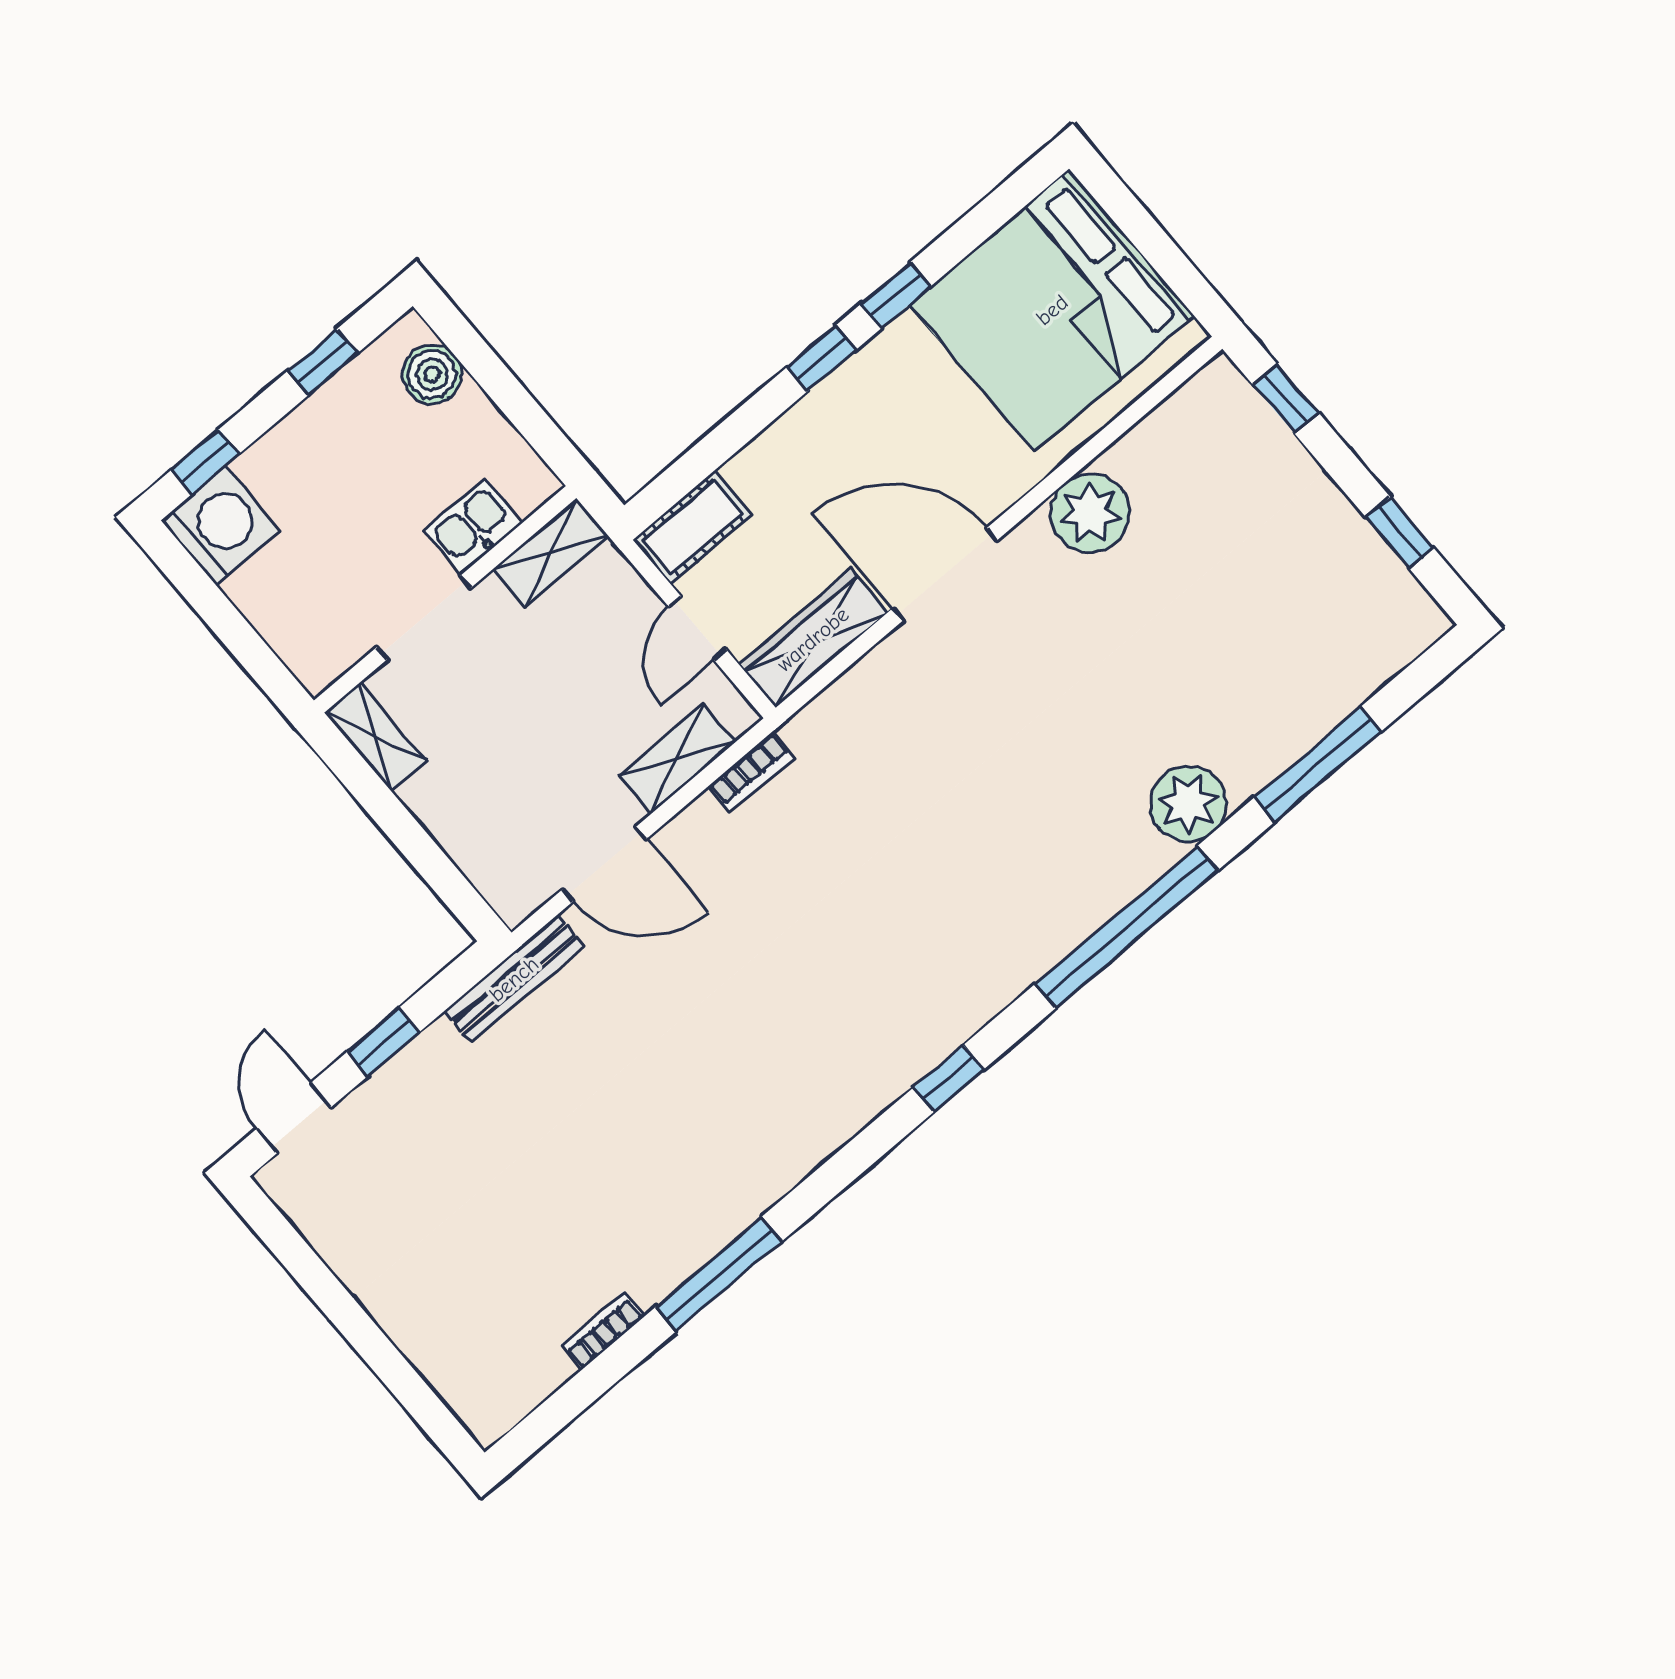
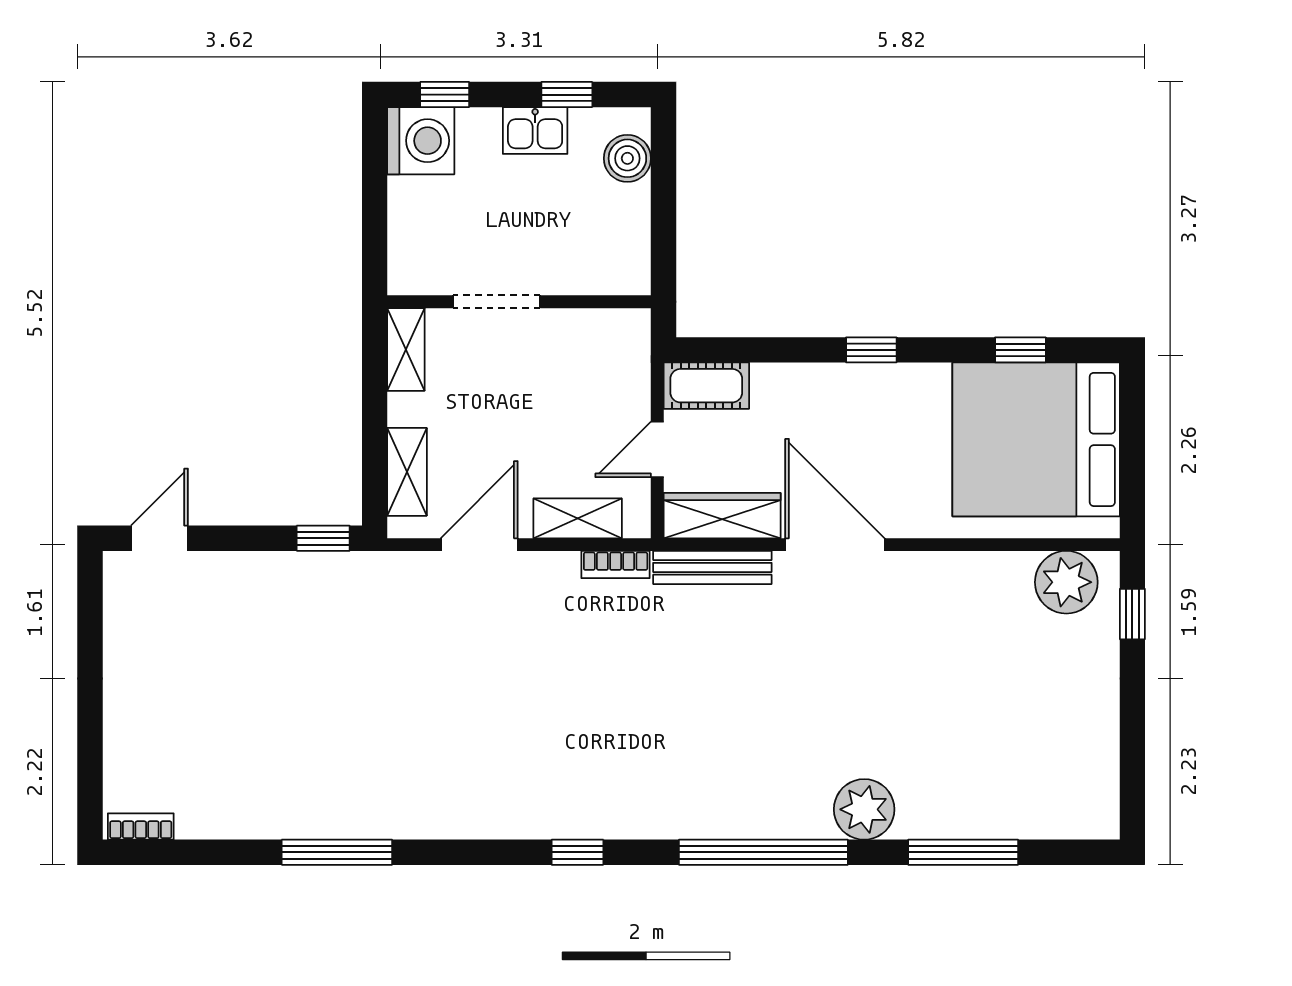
window: (896, 295) -> (1020, 350), moved
plant: (1090, 513) -> (1066, 582), moved
kitchen sink: (473, 527) -> (535, 130), moved, turned 180
window: (1400, 533) -> (1132, 754), removed
shelving: (550, 553) -> (407, 472), moved, turned 90
door: (605, 864) -> (479, 545), swing flipped
bench: (514, 979) -> (712, 567), moved
window: (383, 1042) -> (323, 538), moved
bookcase: (603, 1331) -> (141, 827), moved

